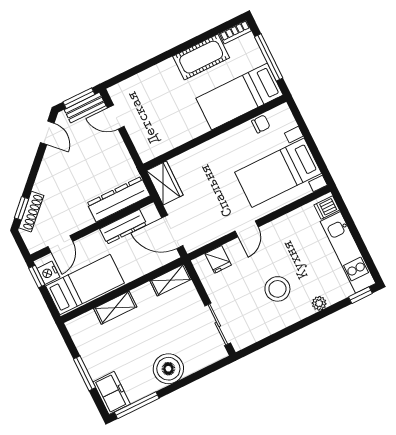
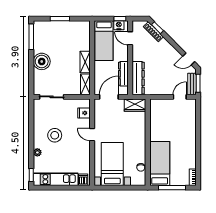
cot: (201, 57) -> (189, 154), removed
shelving: (115, 308) -> (85, 62), moved
freezer: (112, 393) -> (44, 27), removed

